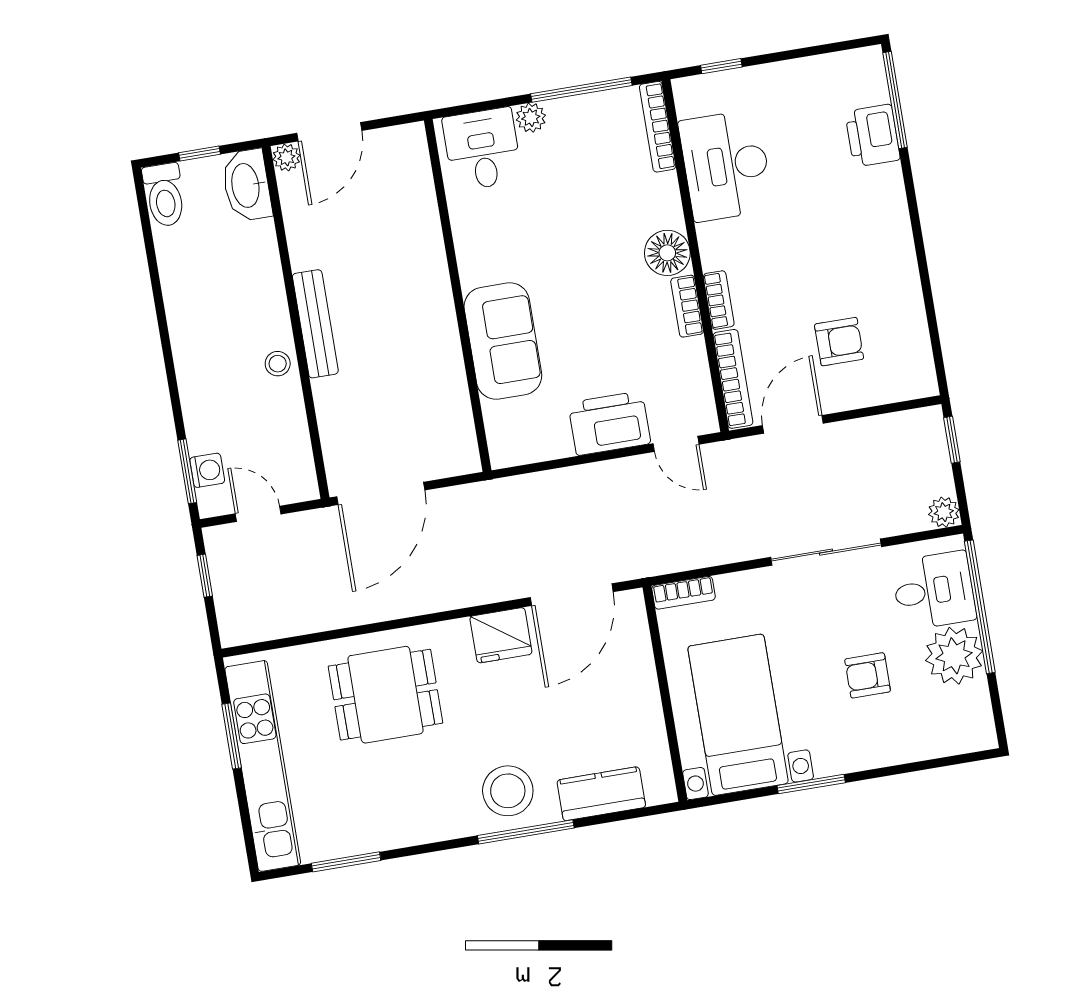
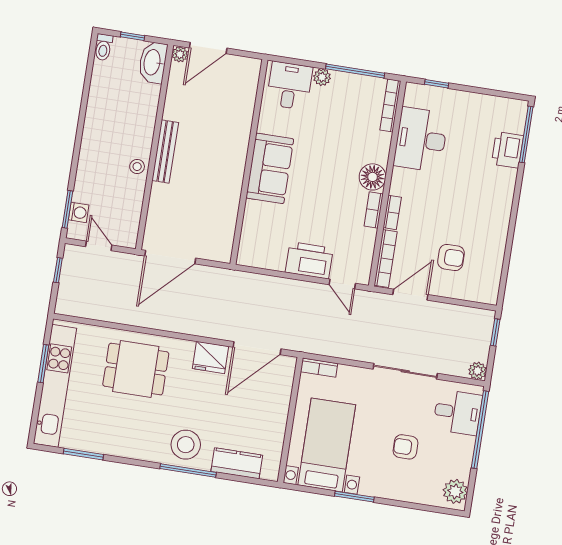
toilet: (164, 195) -> (103, 47), width x0.73, depth x0.72
sofa: (503, 341) -> (270, 168), moved
plant: (954, 656) -> (455, 491), moved, width x0.73, depth x0.73

